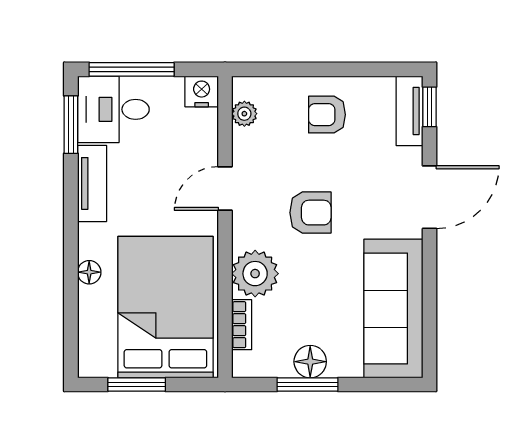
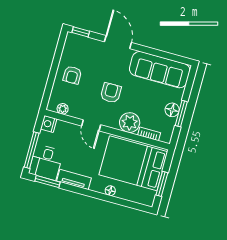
tv unit: (409, 111) -> (80, 41), removed

